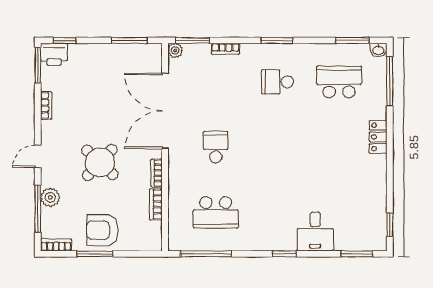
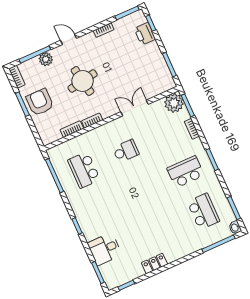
plant: (175, 51) -> (174, 103), width x1.88, depth x1.88
printer: (54, 54) -> (145, 34), moved
school desk: (277, 82) -> (186, 172), width x1.85
double door: (165, 111) -> (134, 108), width x0.54
locker: (378, 137) -> (154, 264), moved
round table: (100, 162) -> (83, 81), turned 37
desk: (315, 232) -> (105, 249), moved

